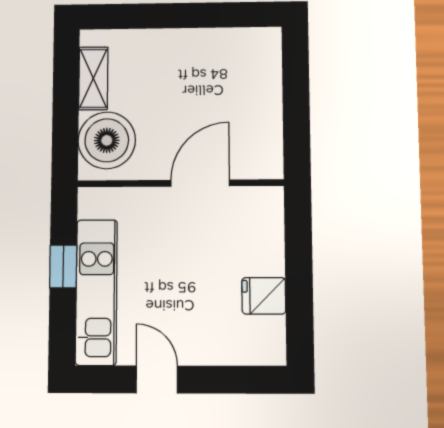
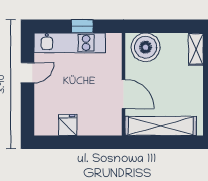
shelving: (93, 78) -> (196, 49), moved, turned 90
shelving: (263, 109) -> (161, 126), added

